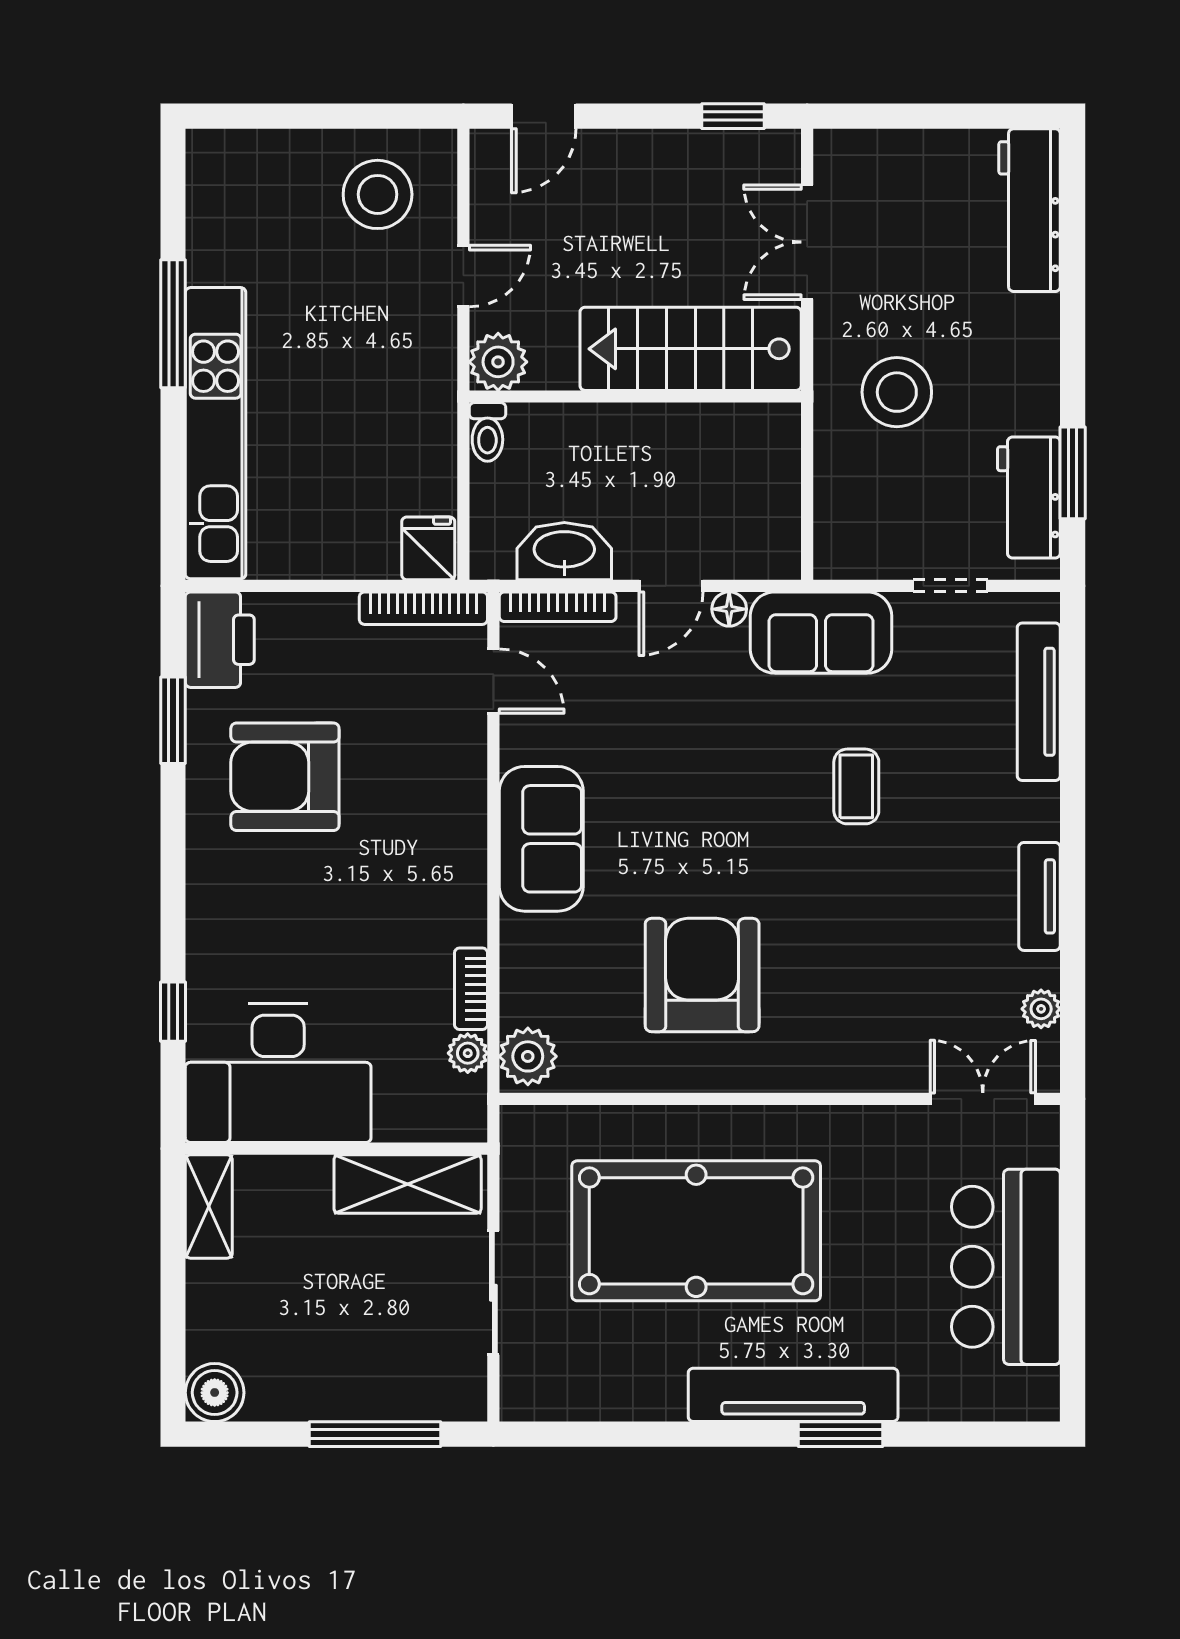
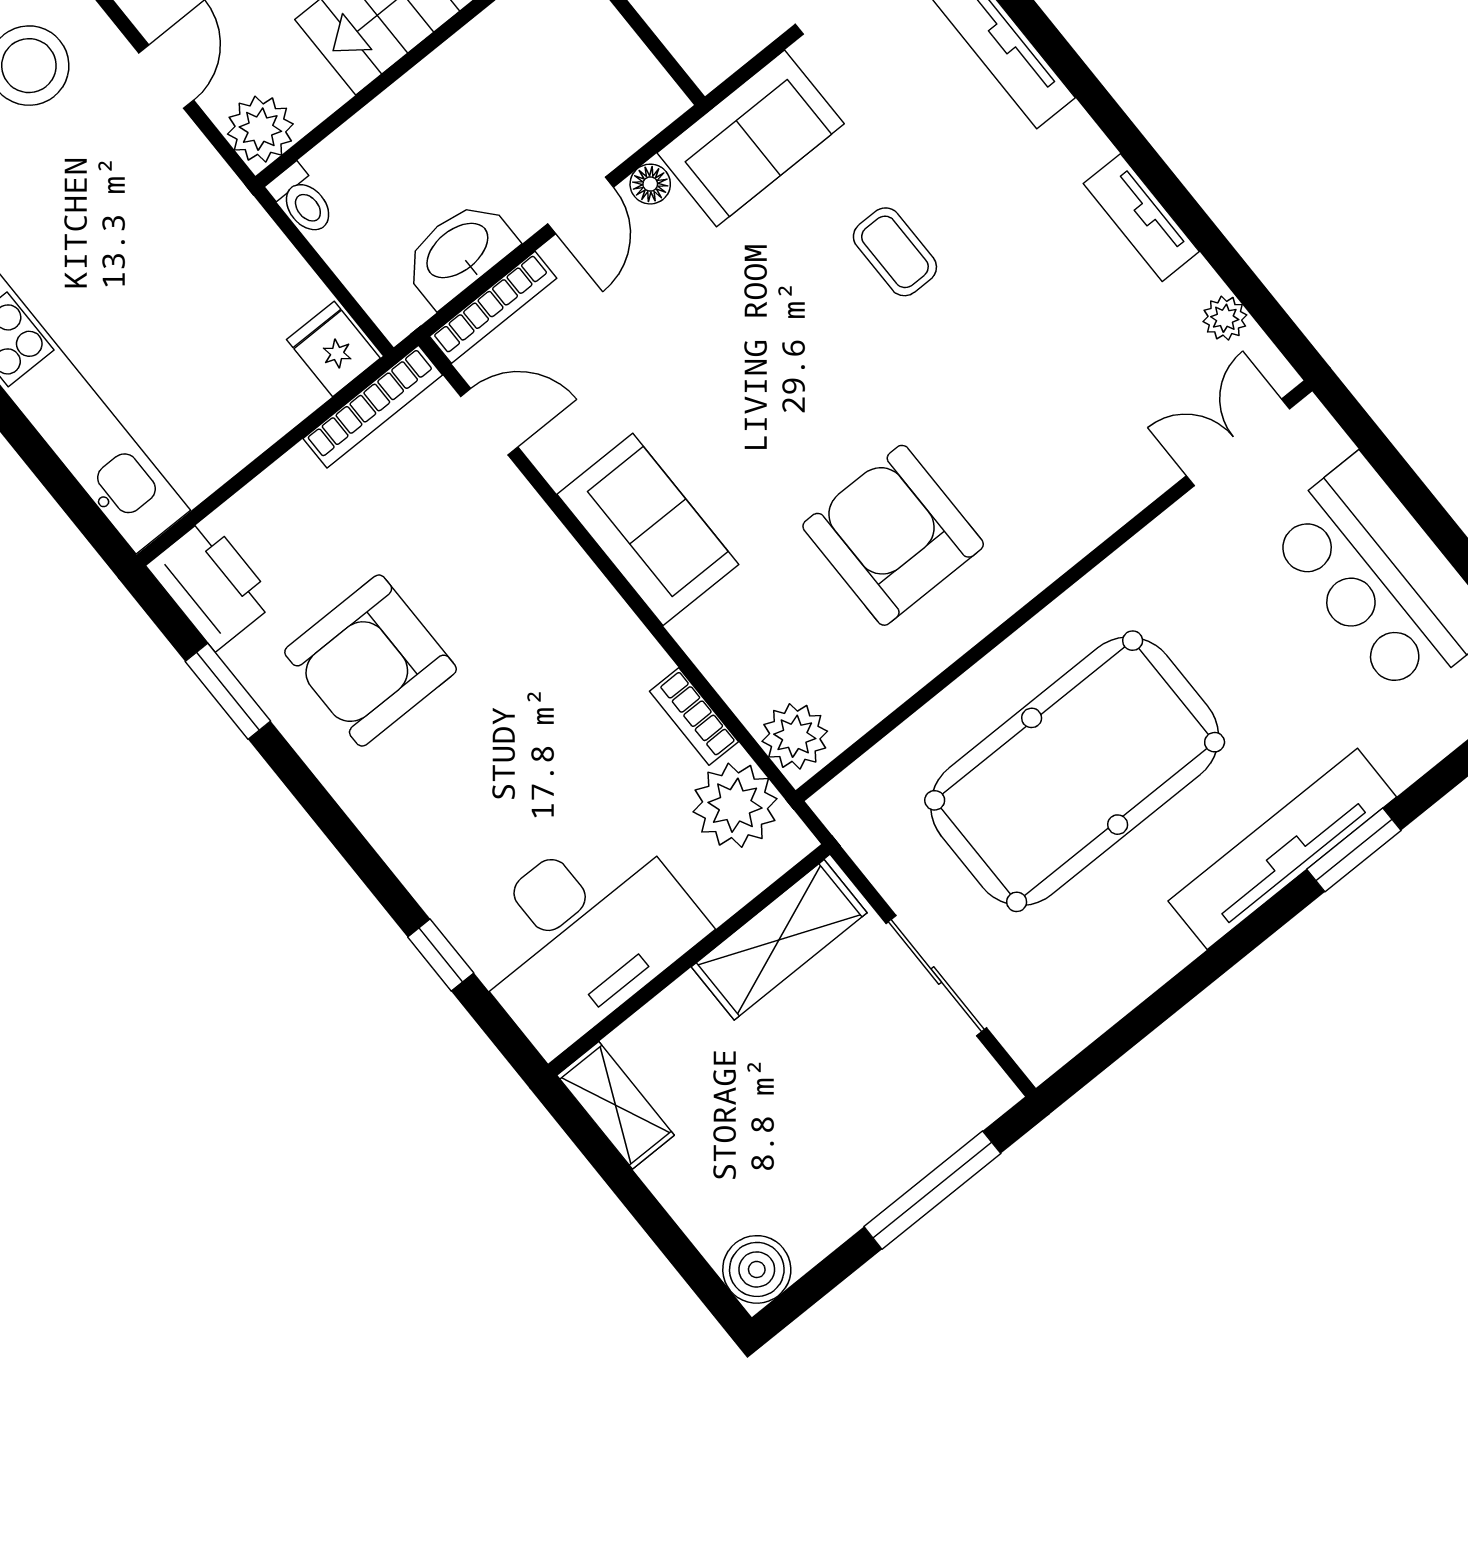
plant: (468, 1053) -> (735, 805), width x1.88, depth x1.88

